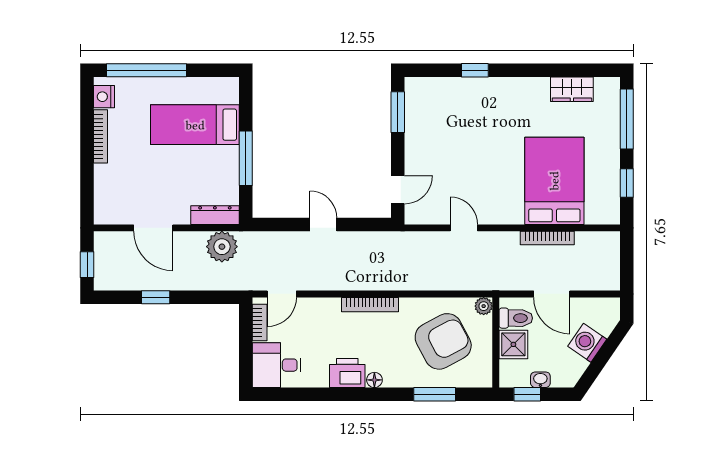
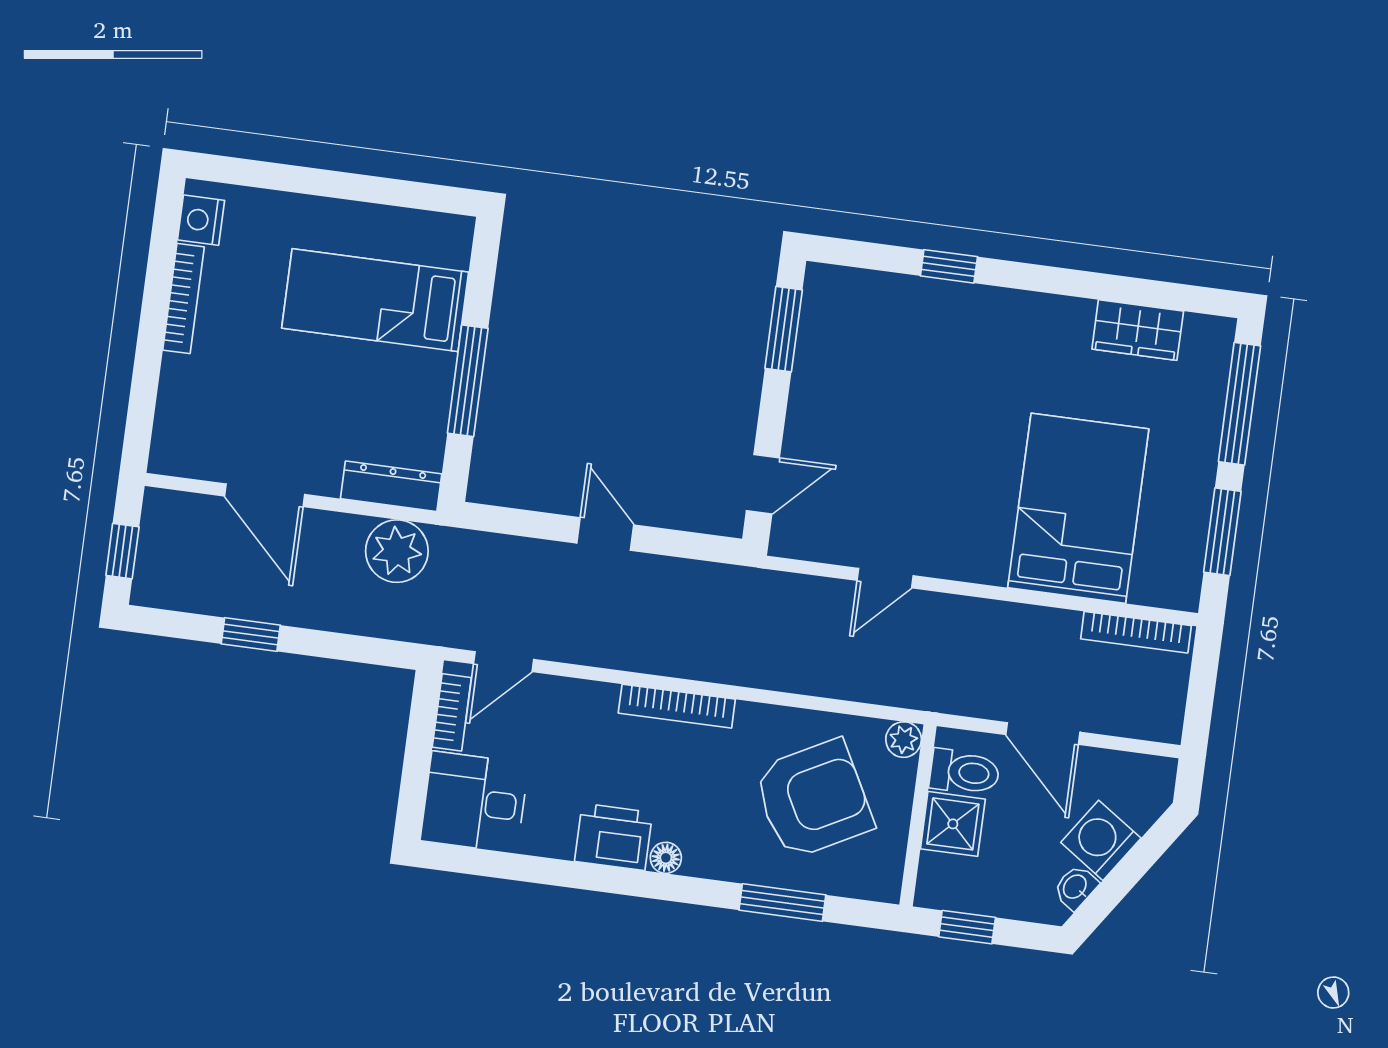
window: (146, 70) -> (293, 179), removed
window: (627, 183) -> (1222, 532), width x1.50
door: (464, 228) -> (885, 578), swing flipped
bookcase: (547, 238) -> (1136, 632), moved
washbasin: (540, 380) -> (1076, 887), moved, turned -56

